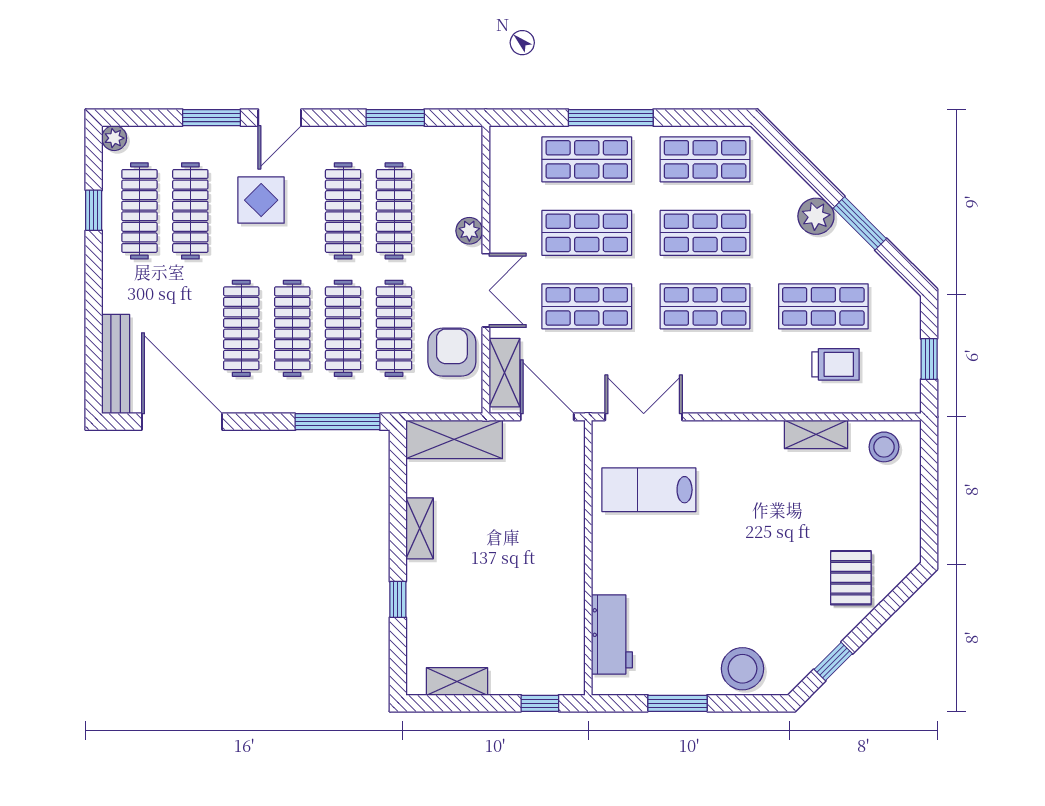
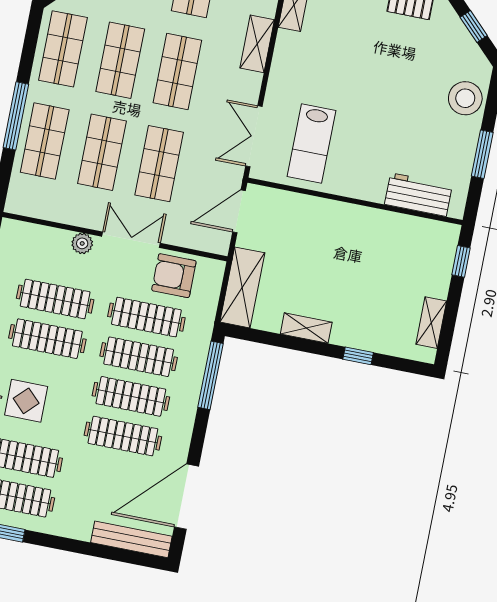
shelving: (504, 373) -> (257, 44), moved, turned 90

